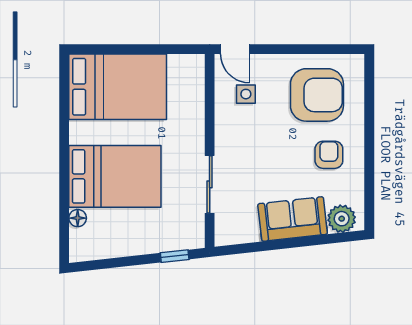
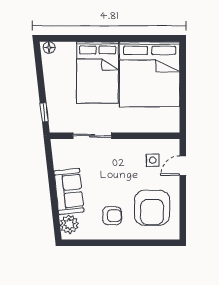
door: (235, 49) -> (183, 166), moved
bed: (118, 87) -> (150, 74), width x1.36
floor lamp: (78, 218) -> (49, 47), moved

